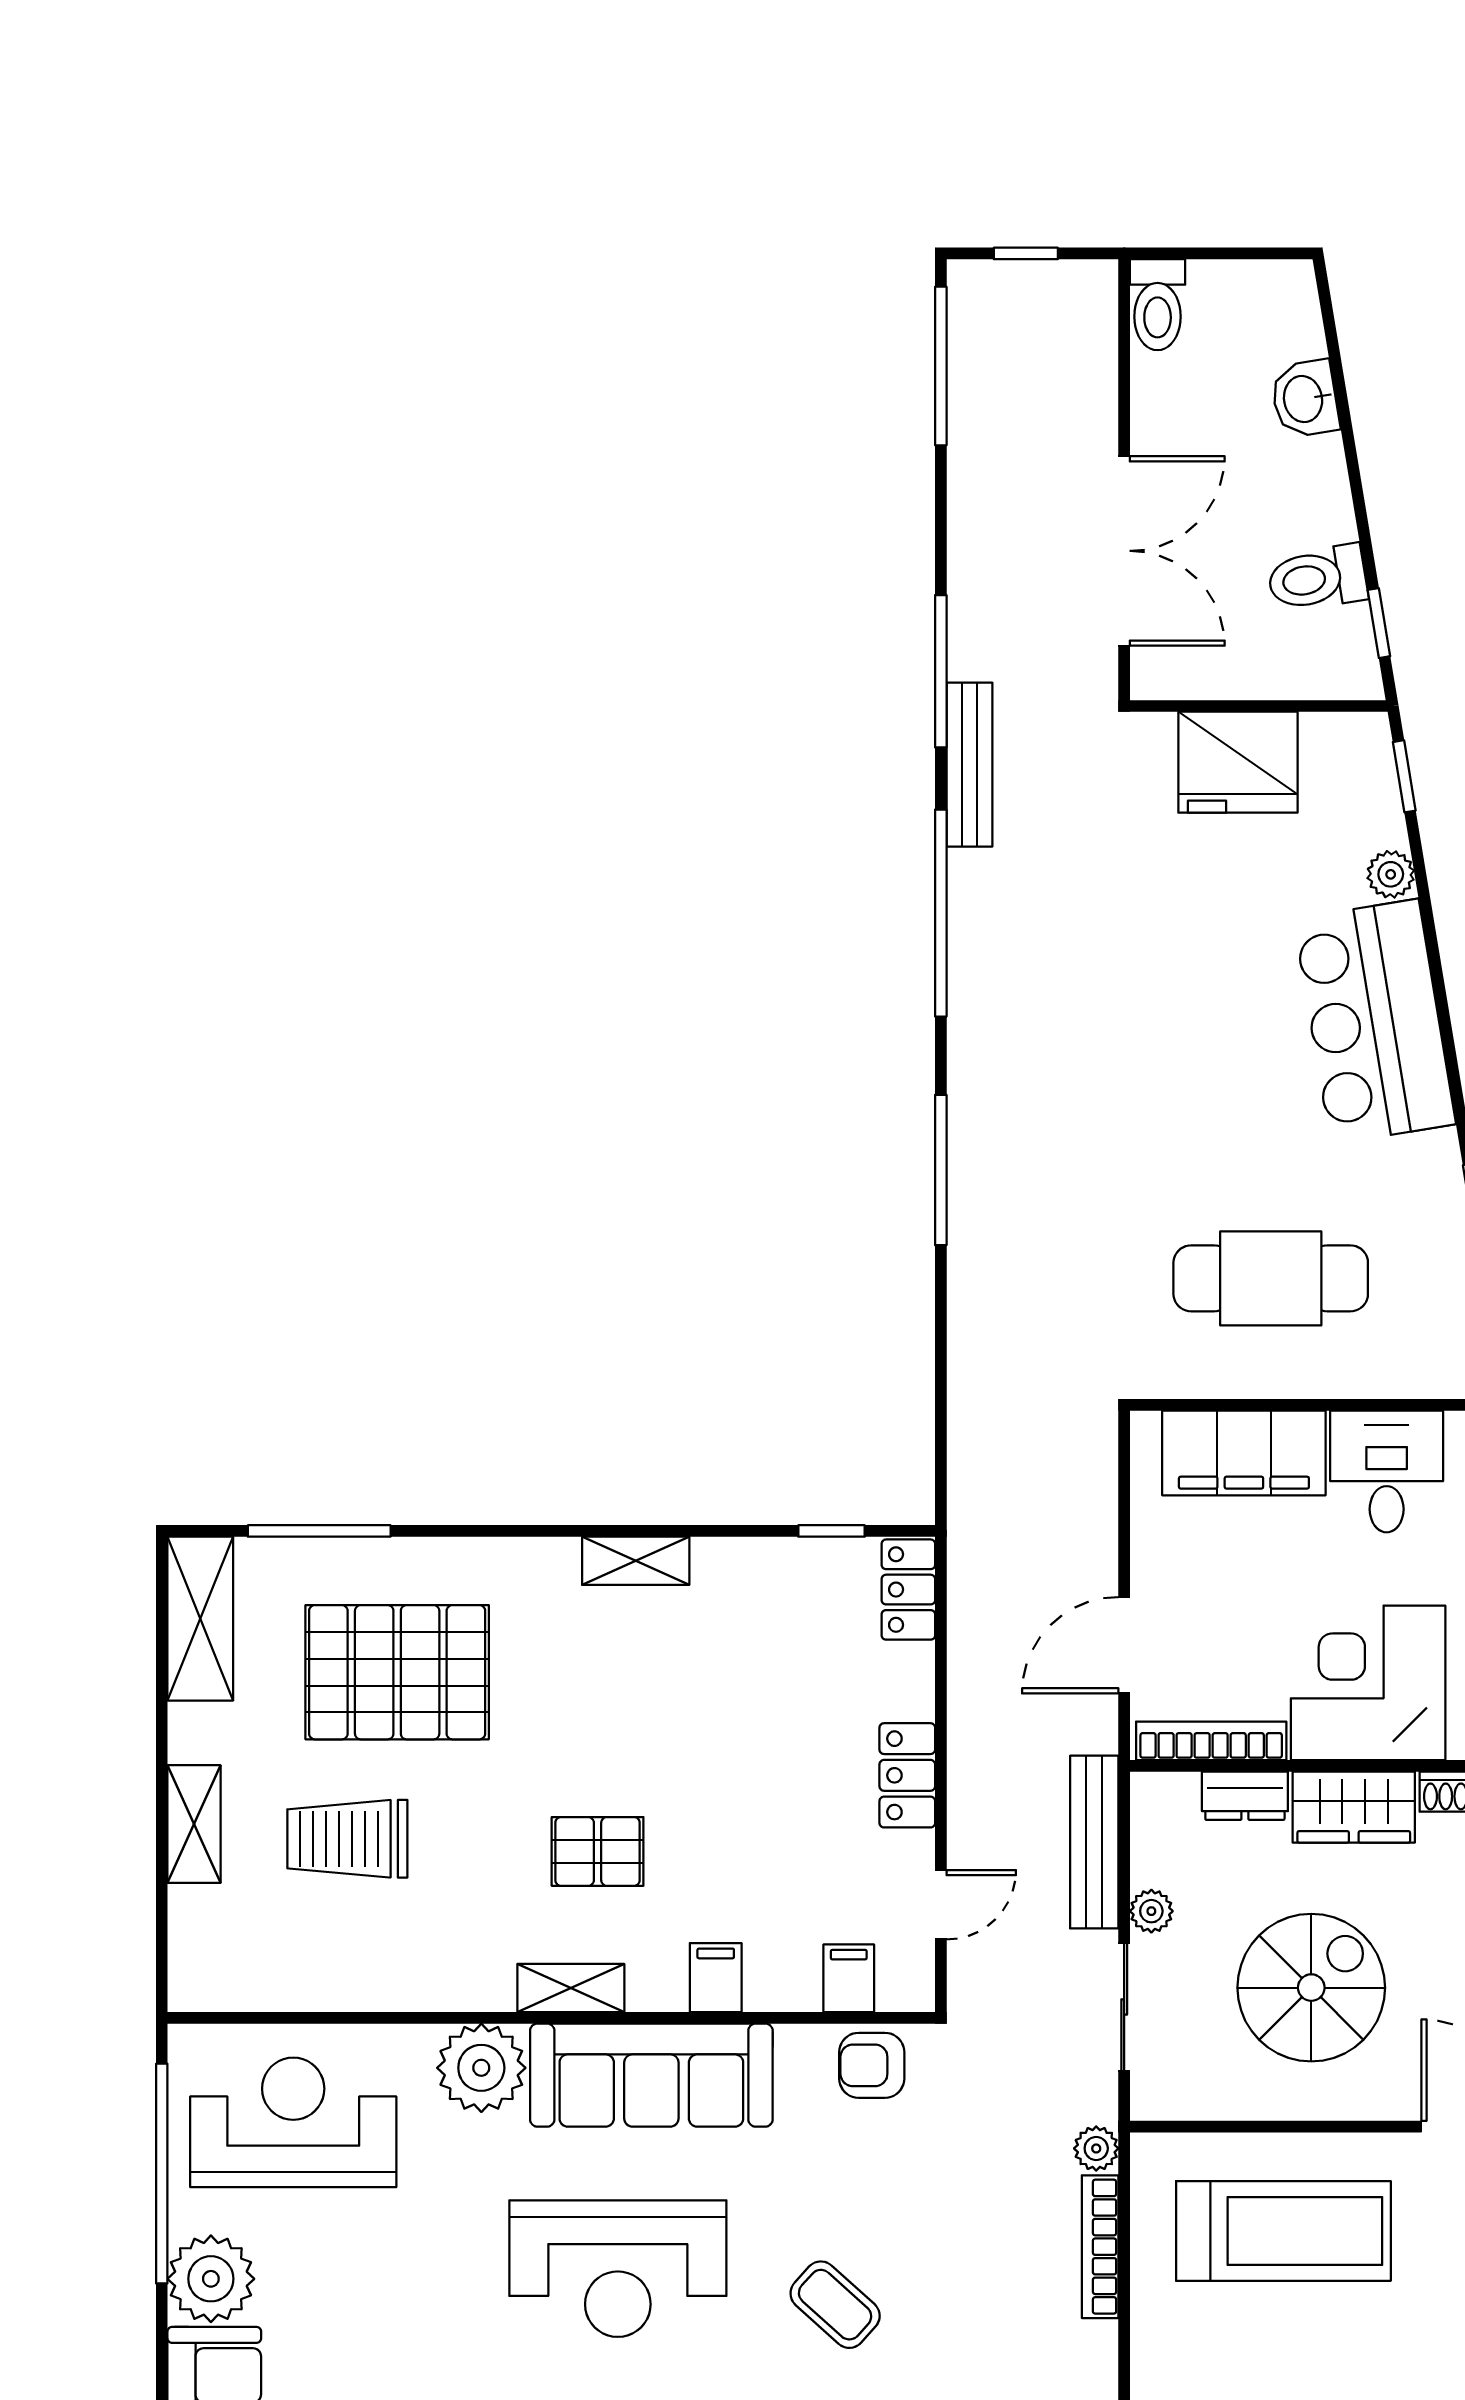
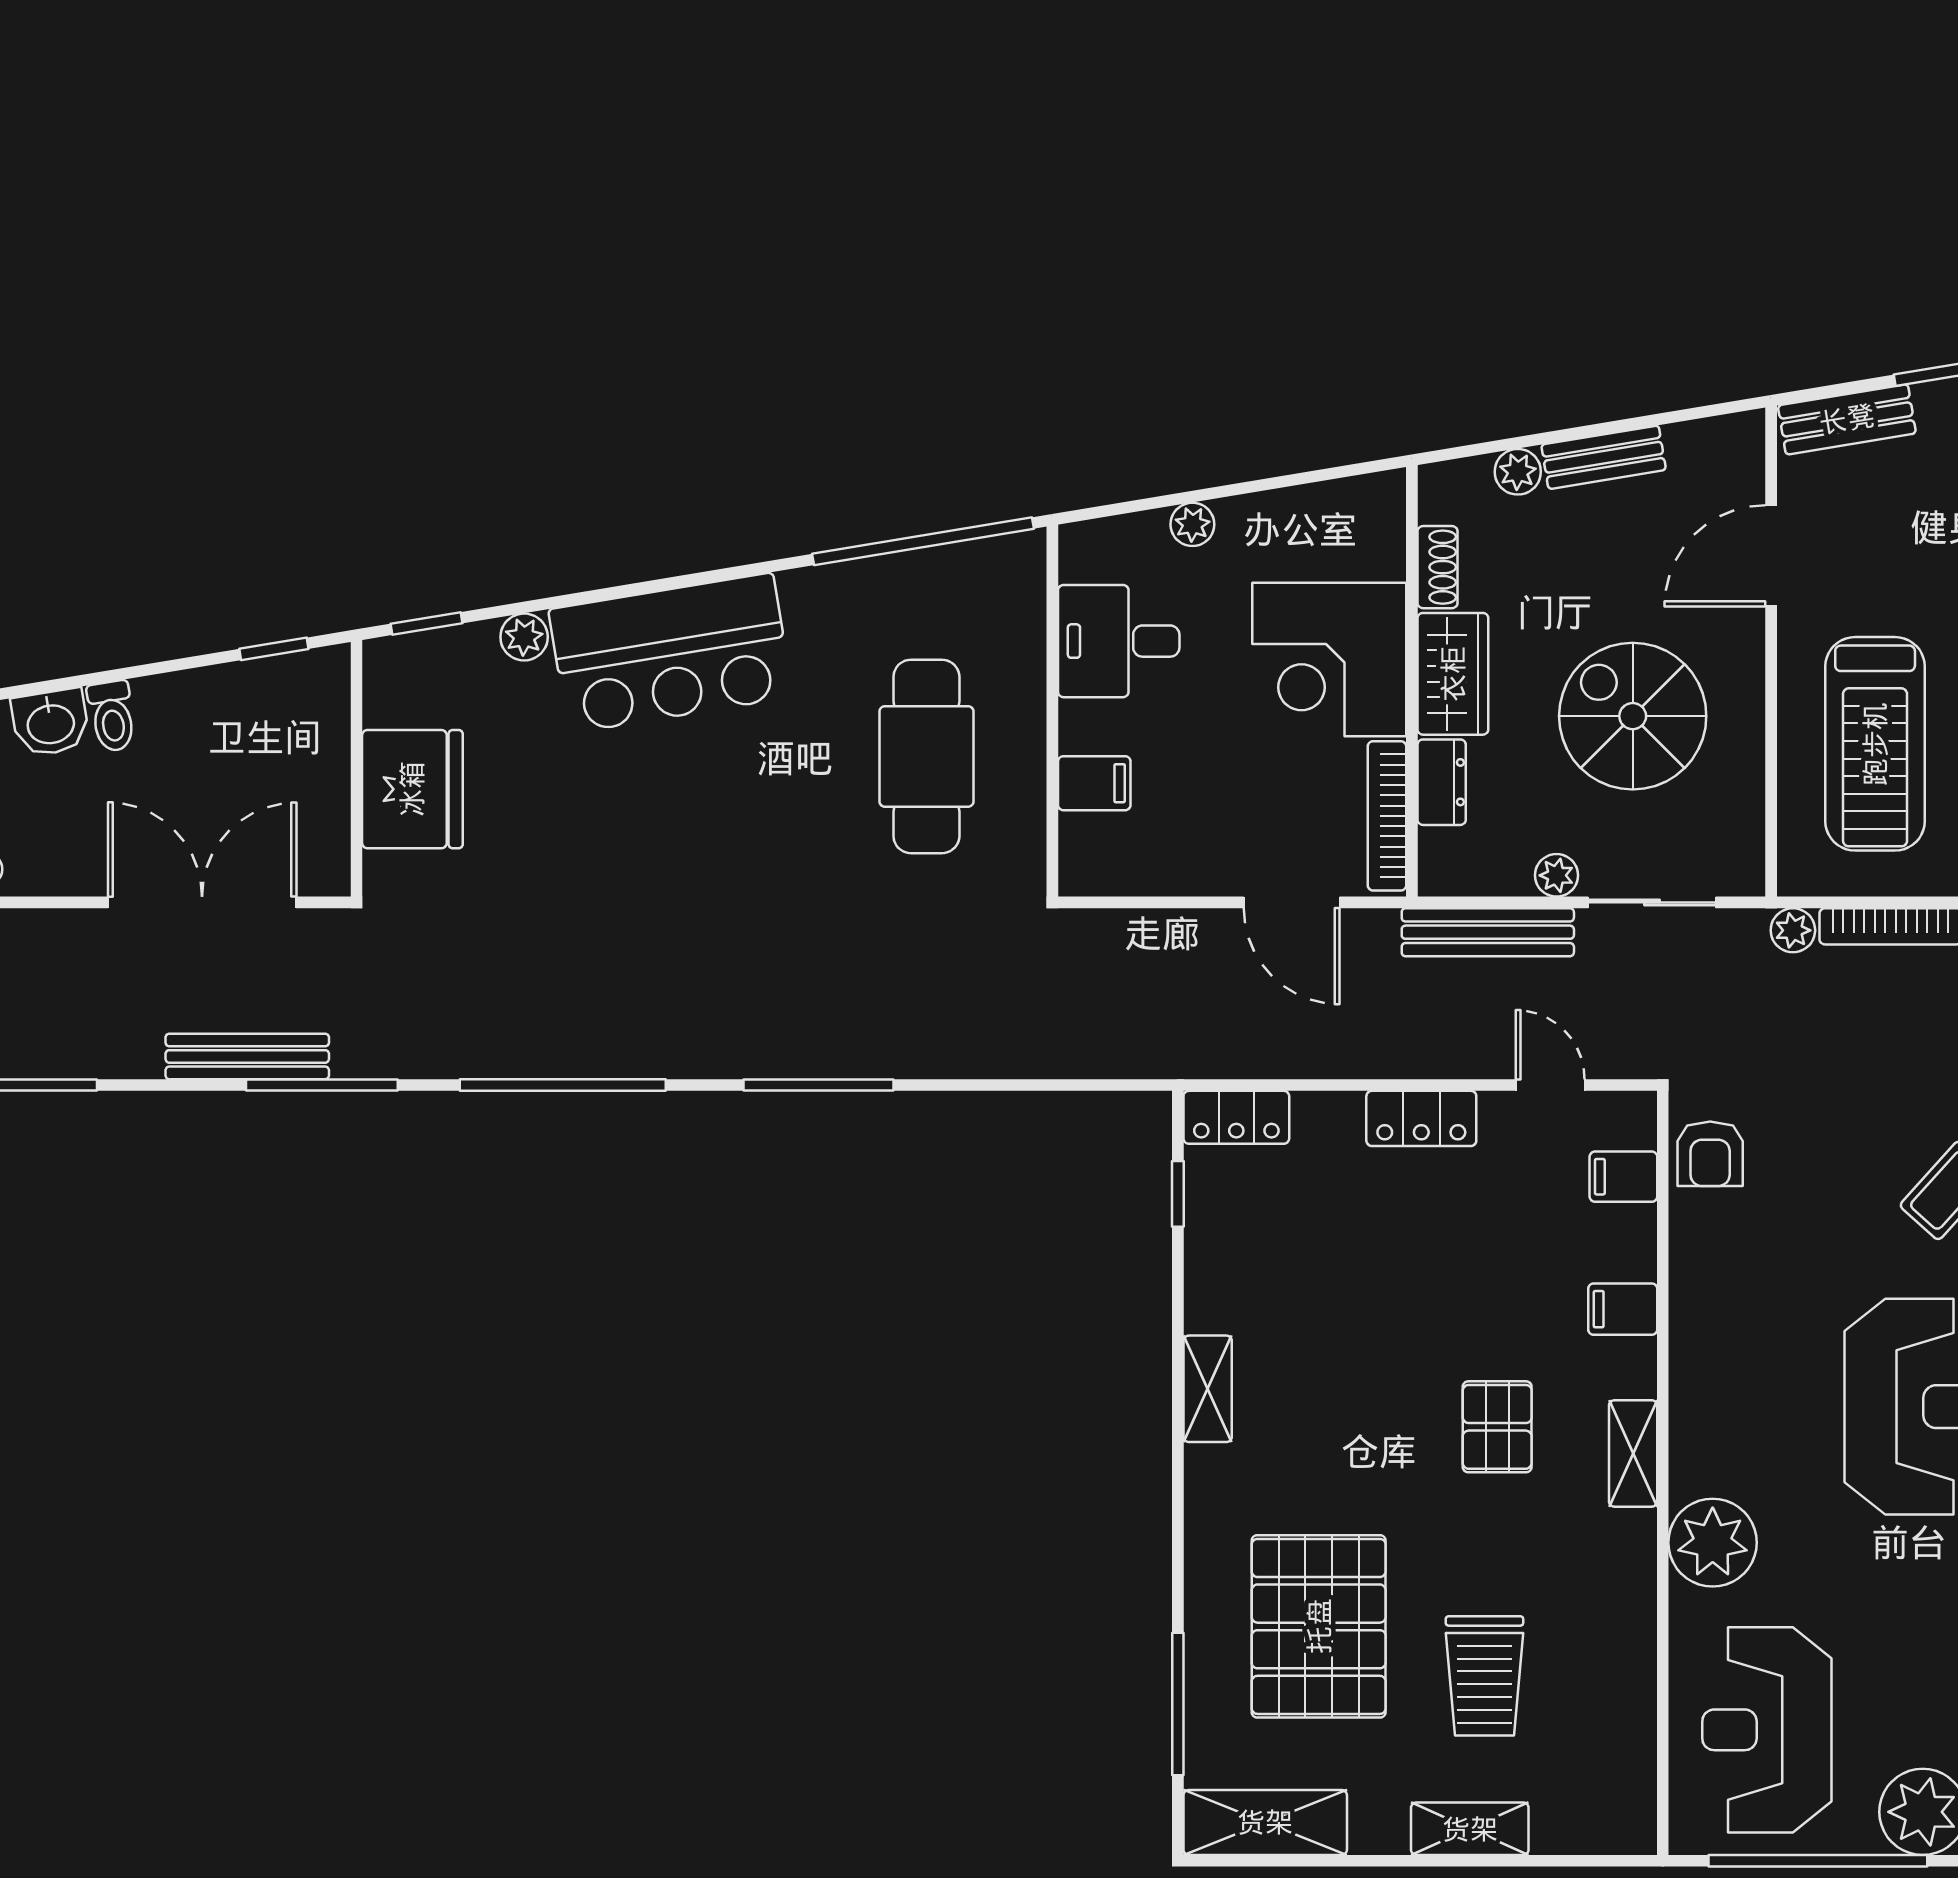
toilet: (1317, 578) -> (112, 716), moved, width x0.73, depth x0.72
bench: (970, 765) -> (247, 1056), moved
filing cabinet: (1244, 1453) -> (1094, 783), width x0.33, depth x0.86
sofa: (651, 2075) -> (1720, 1373), removed
treadmill: (1283, 2231) -> (1875, 744), turned 180

